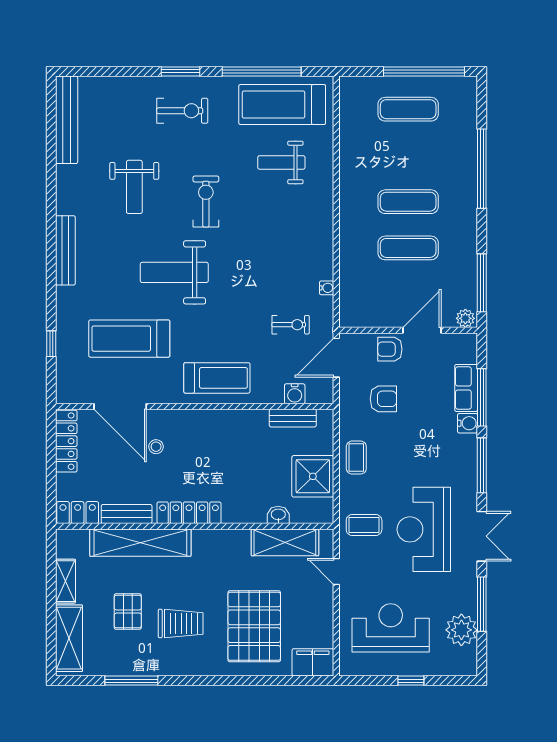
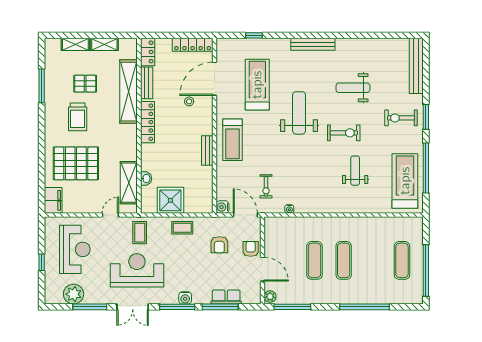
exercise bike: (182, 111) -> (401, 118), turned 90
bench: (67, 120) -> (416, 66), moved, turned 90
weight bench: (281, 162) -> (355, 171), moved
water cooler: (295, 394) -> (222, 207), moved
bench: (293, 418) -> (207, 150), moved
water cooler: (468, 423) -> (185, 298), moved
shelving: (69, 638) -> (75, 44), width x0.67, depth x0.75

